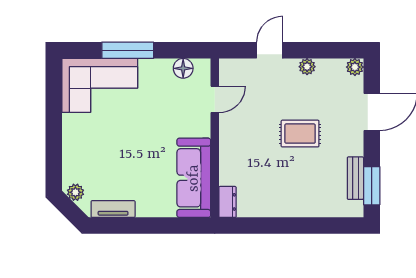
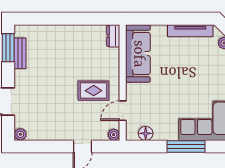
plant: (307, 67) -> (114, 135), moved
rug: (300, 134) -> (94, 91), moved
tv unit: (113, 209) -> (190, 31), width x1.41

